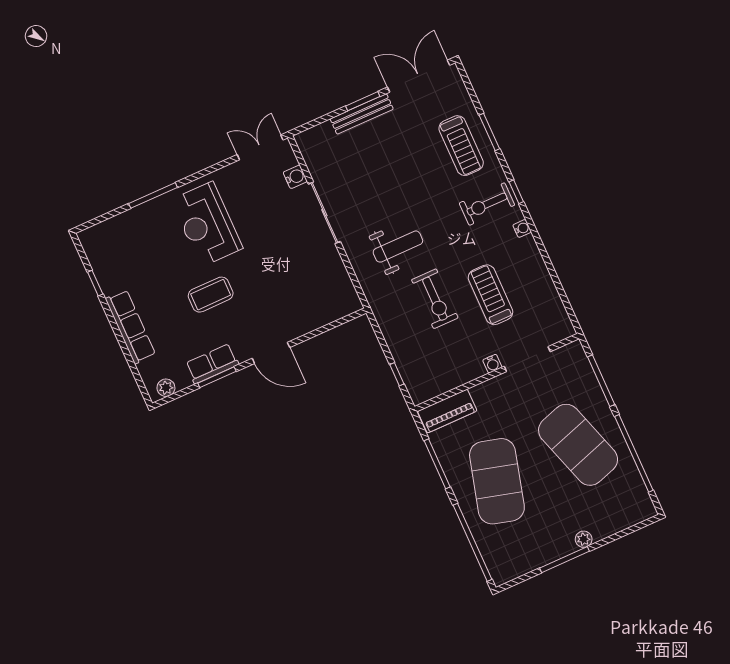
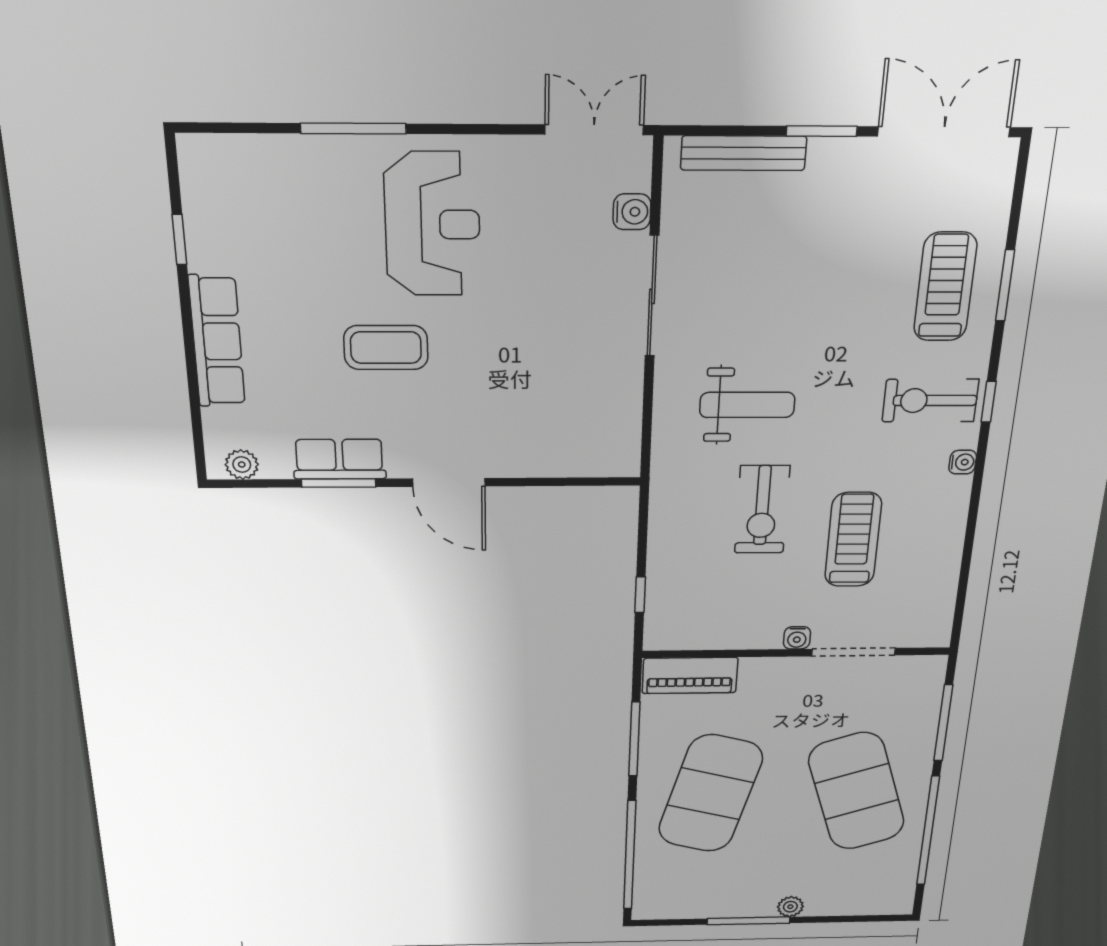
bench: (362, 114) -> (744, 153), moved
treadmill: (461, 146) -> (945, 287), turned 180
reception desk: (207, 224) -> (432, 224), turned 180

